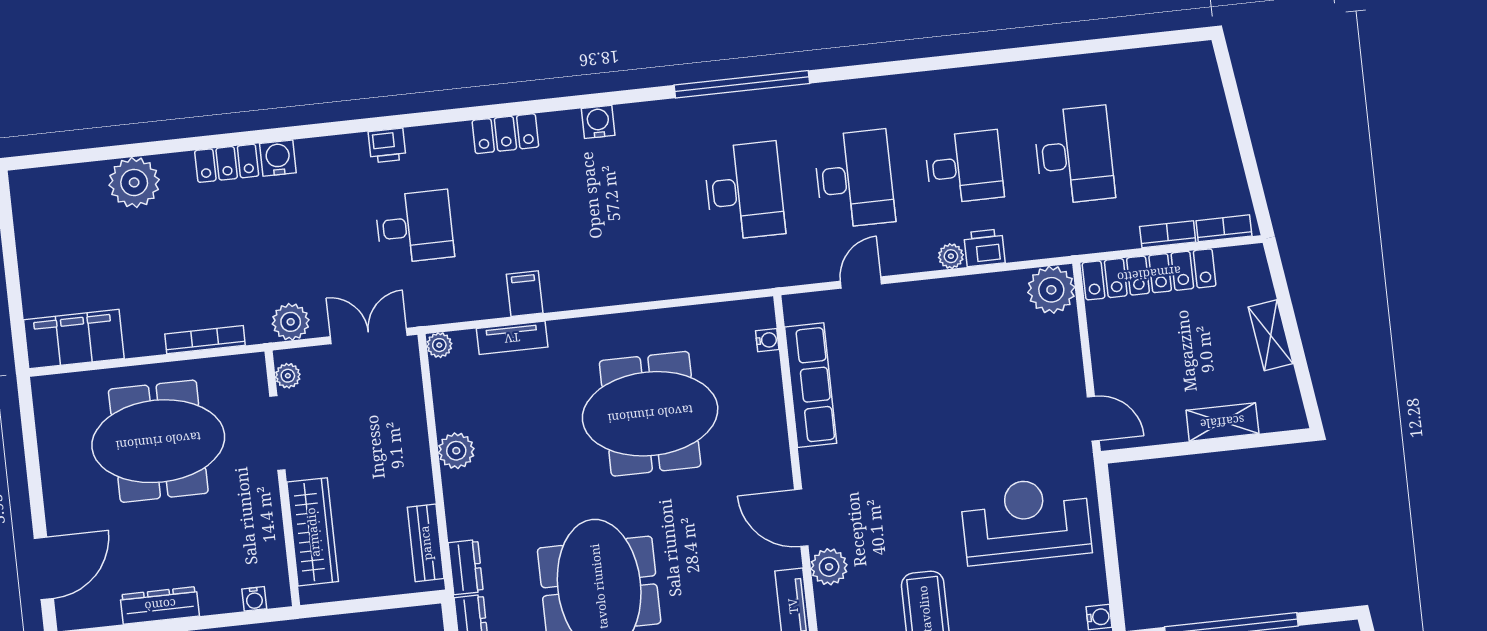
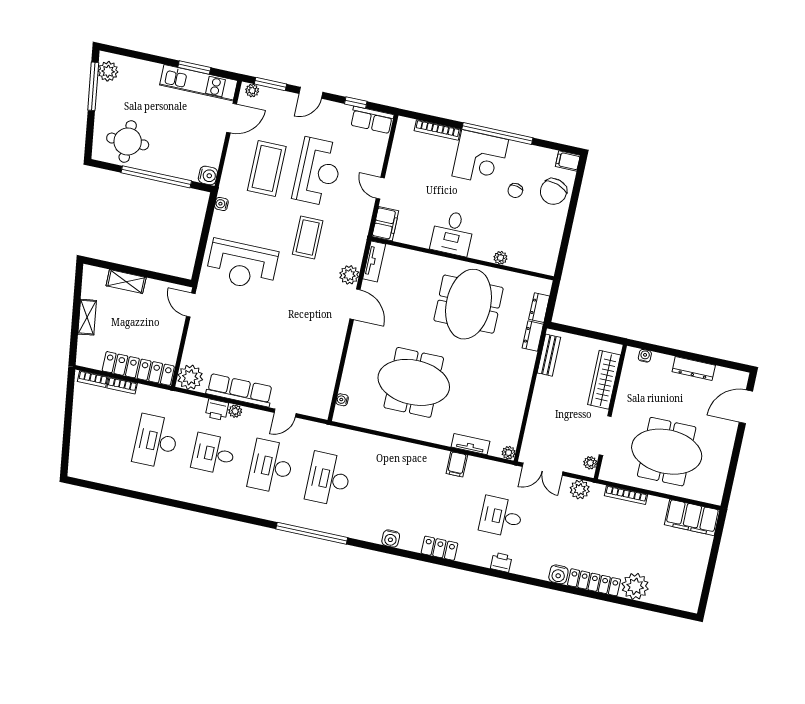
locker: (227, 163) -> (594, 582), width x1.53
row of seats: (811, 385) -> (239, 390), moved, turned 90
plant: (456, 451) -> (518, 396), removed

